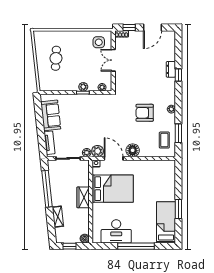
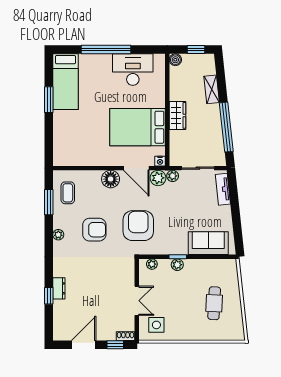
window: (178, 75) -> (49, 296), moved
sofa: (51, 115) -> (208, 243), moved, turned 96
armchair: (112, 116) -> (138, 226), added

